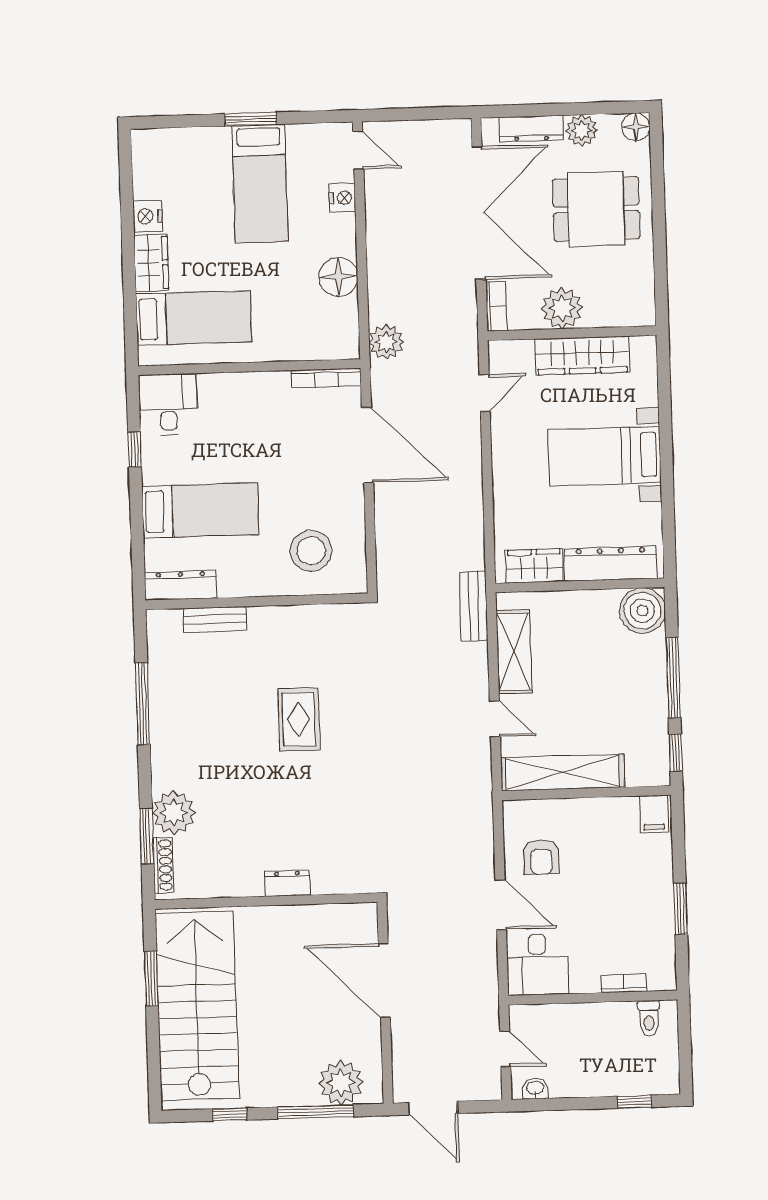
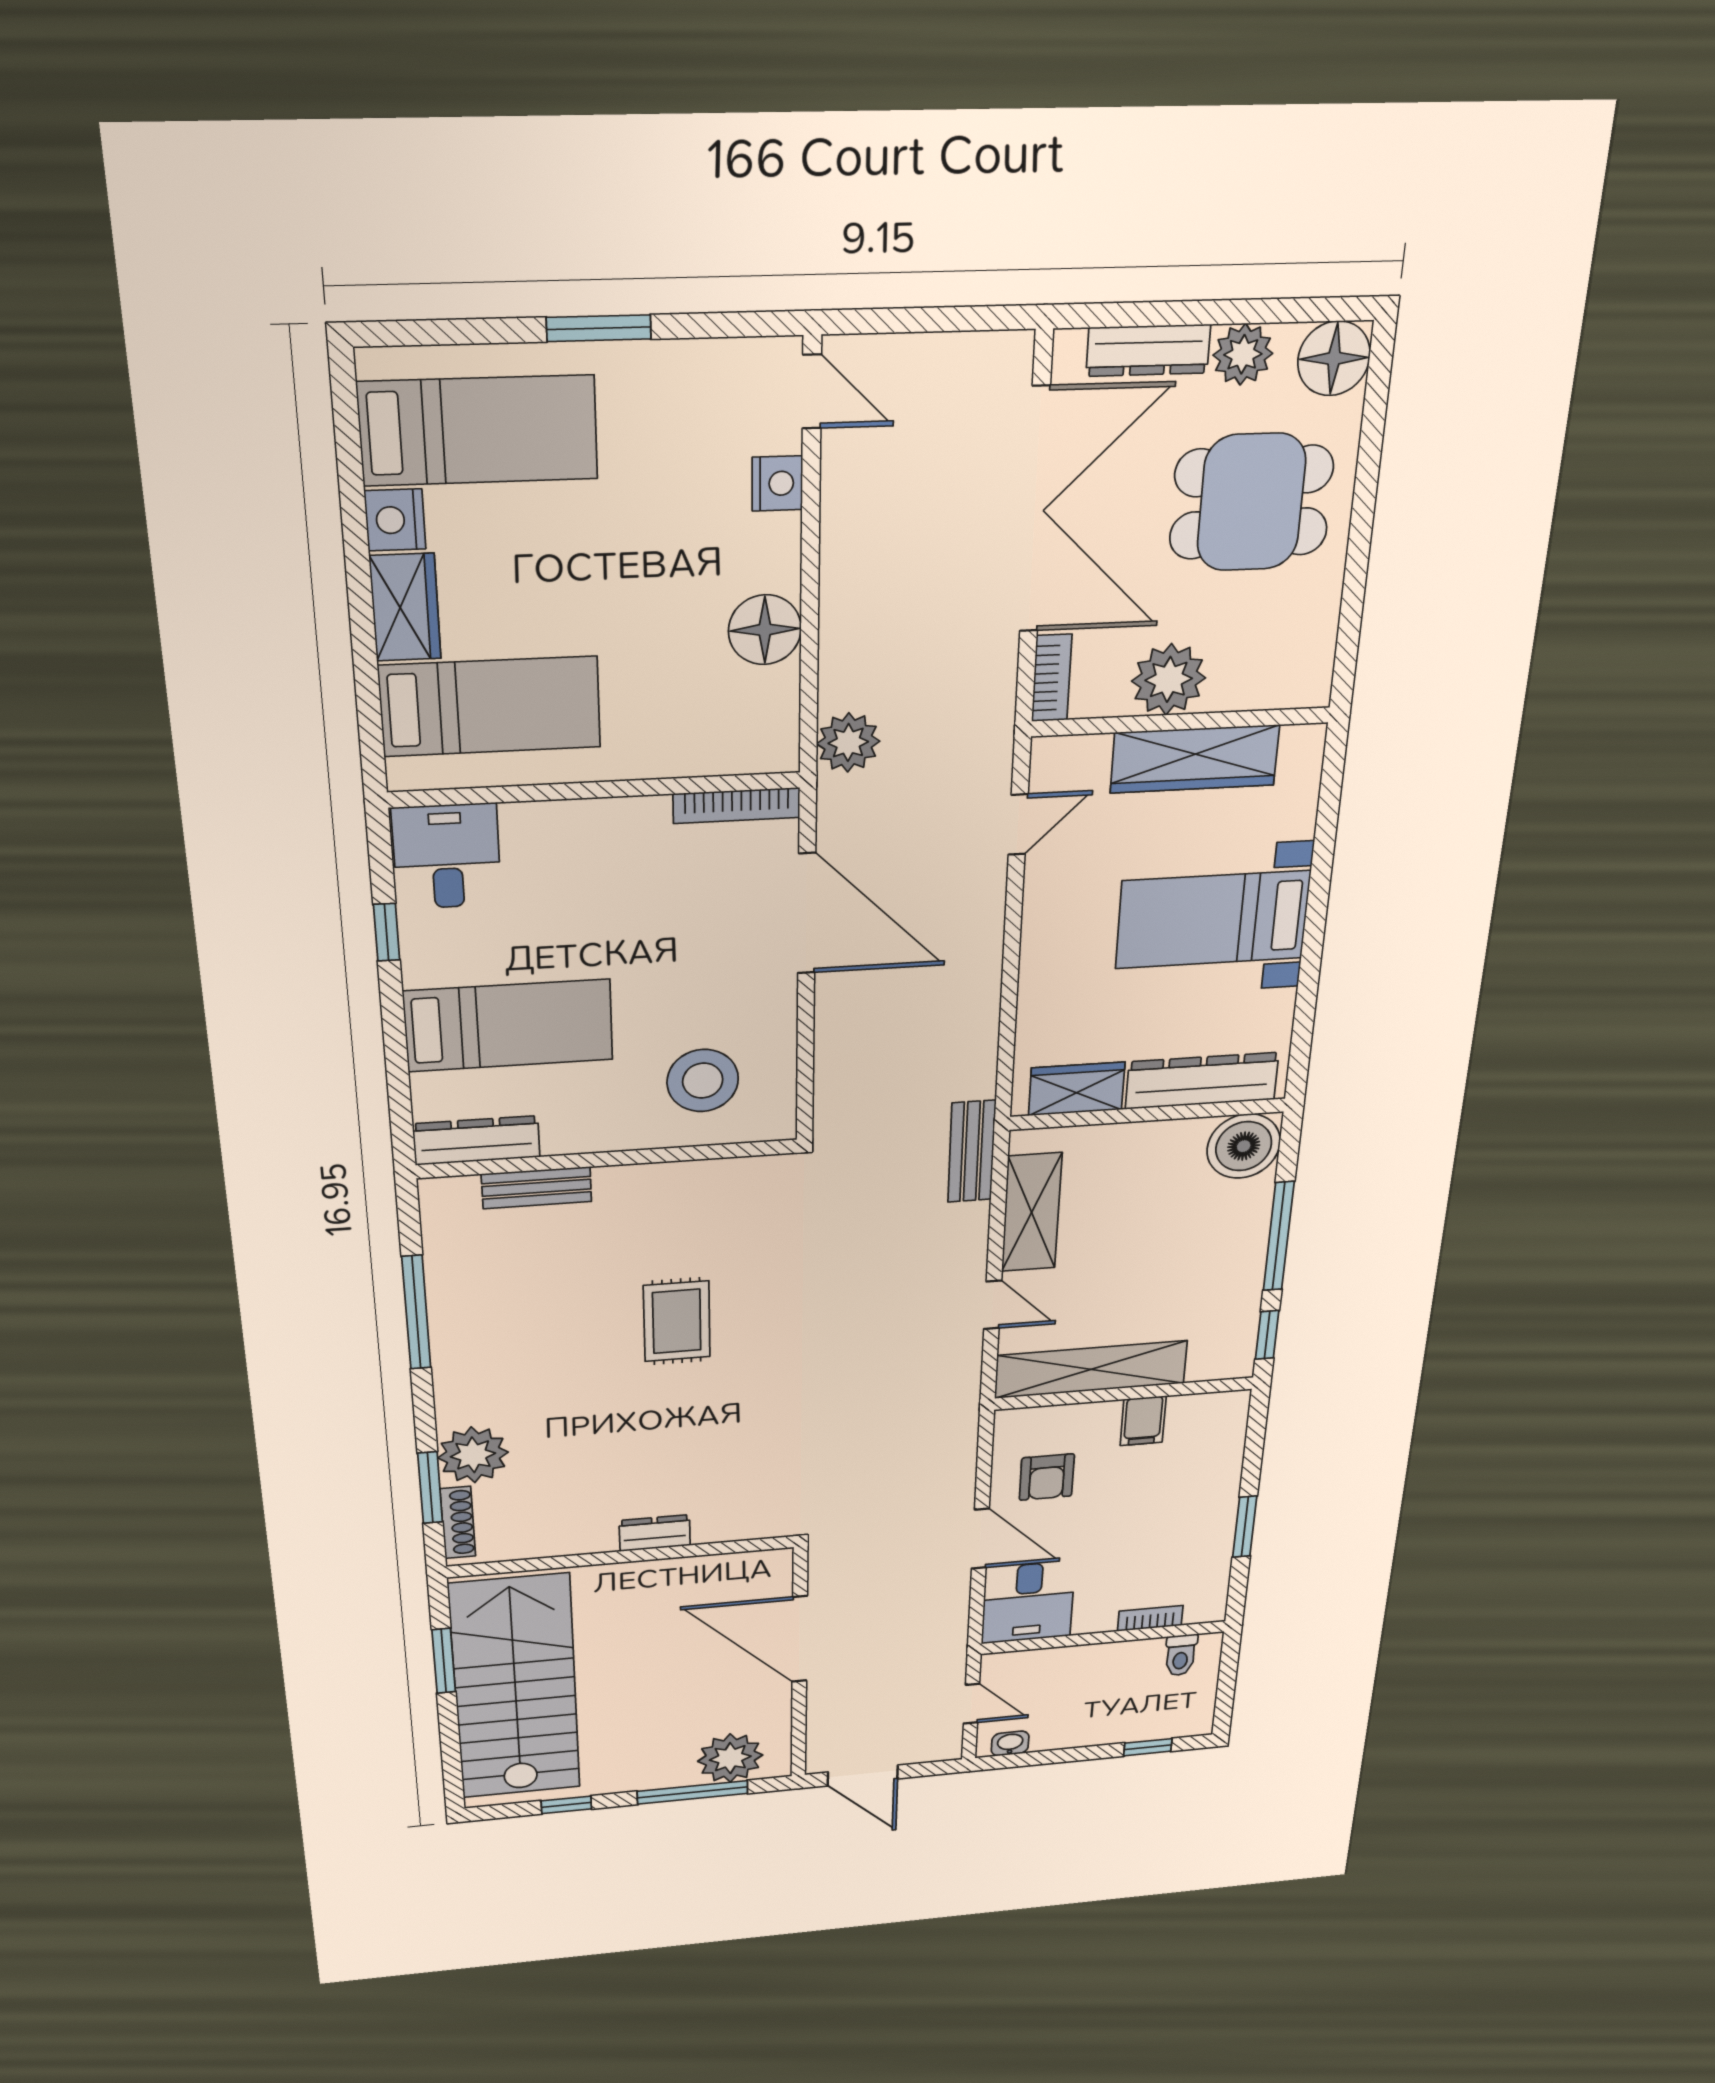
floor lamp: (636, 127) -> (1334, 358), width x1.38, depth x1.38
bed: (260, 183) -> (478, 431), moved, turned -90
filing cabinet: (654, 814) -> (1143, 1421), moved

